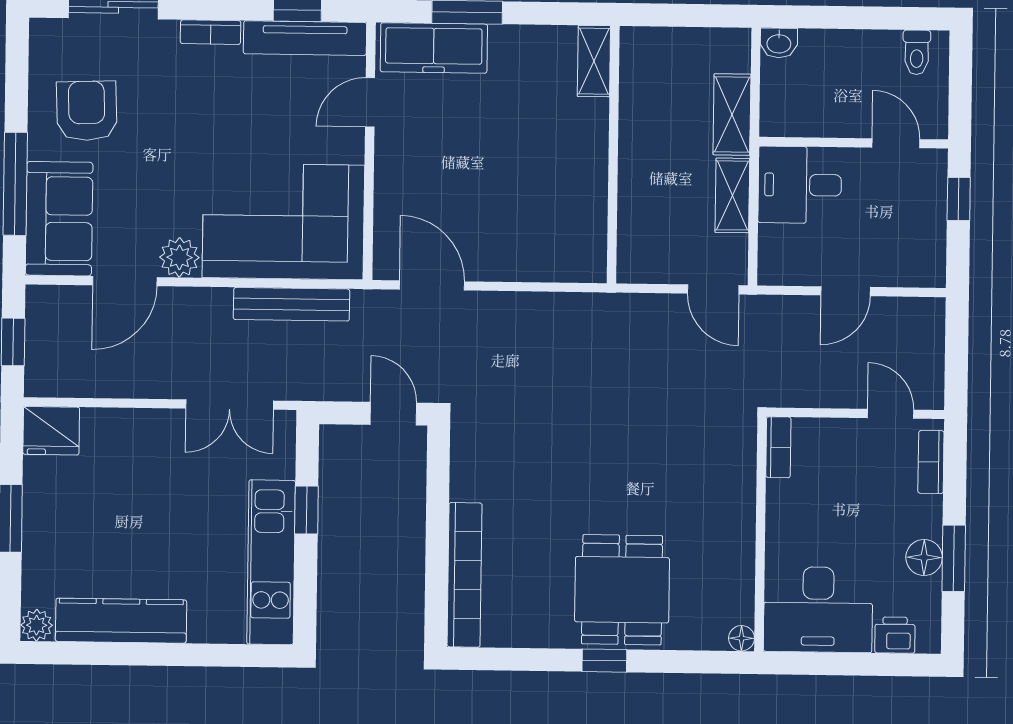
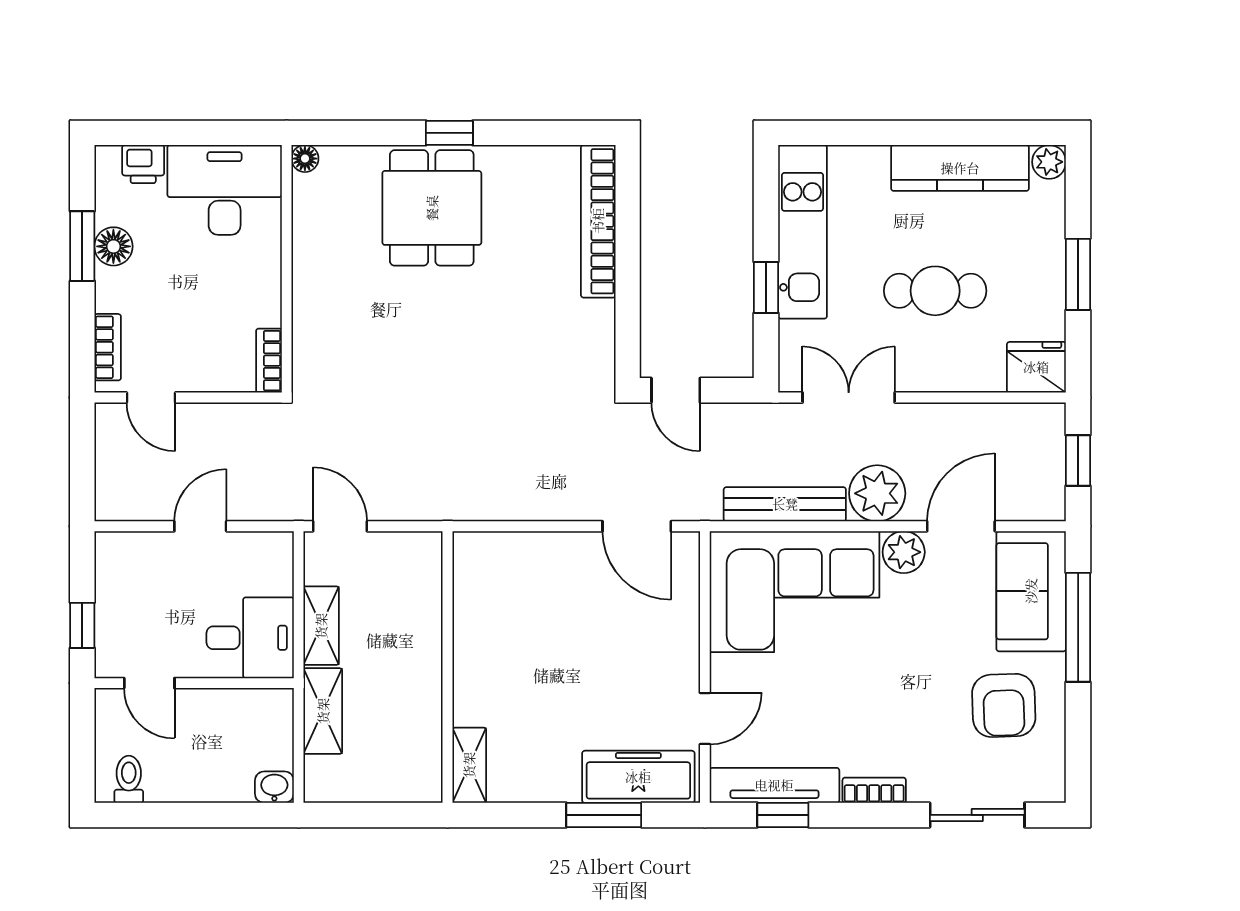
plant: (204, 313) -> (877, 493), added
cafe table: (146, 505) -> (935, 291), added

